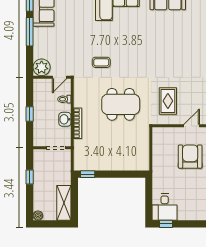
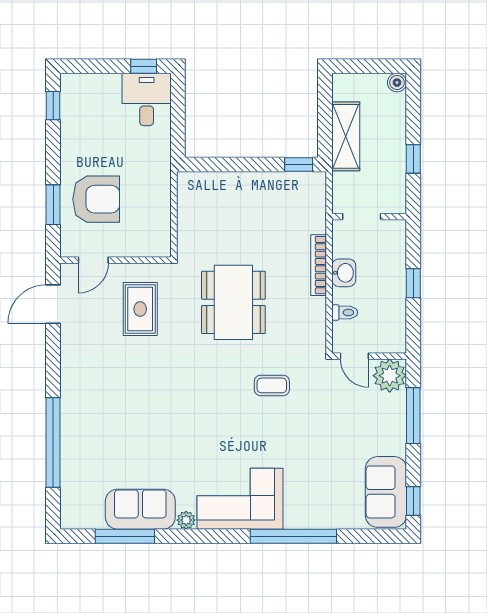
window: (30, 32) -> (413, 416), moved
door: (59, 77) -> (354, 356), swing flipped
dining table: (121, 104) -> (233, 302), turned 90
armchair: (190, 157) -> (96, 199), turned -90
shelving: (64, 203) -> (346, 136), moved

